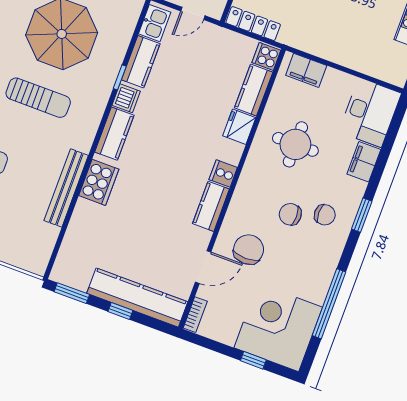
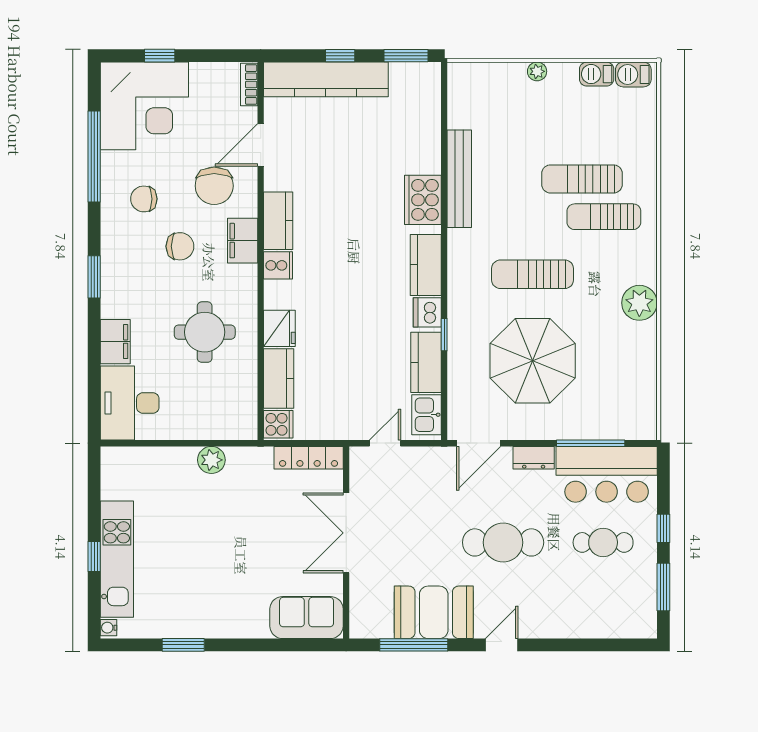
plant: (325, 48) -> (211, 460), added
filing cabinet: (306, 70) -> (243, 241), moved, turned -90
chair: (325, 215) -> (144, 199), moved

